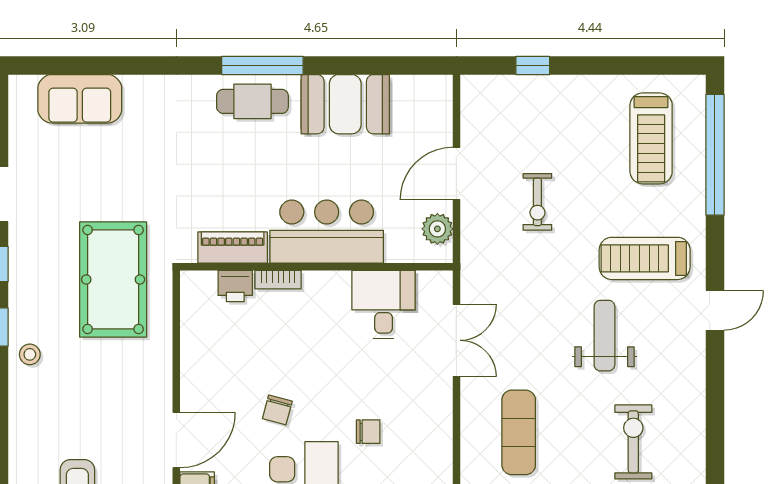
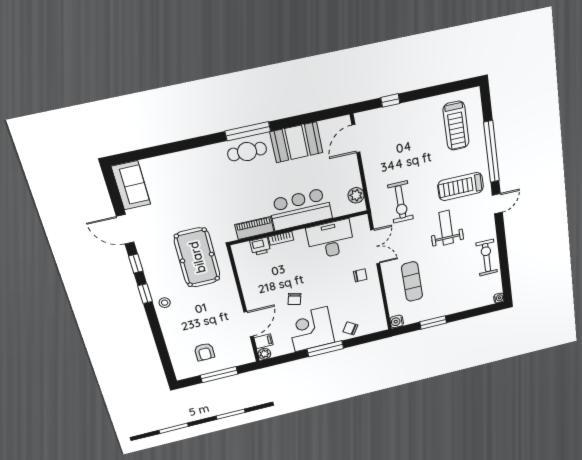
sofa: (80, 99) -> (131, 185), moved, turned -90
window: (715, 155) -> (492, 152), moved
door: (456, 174) -> (356, 139), moved
exercise bike: (537, 202) -> (401, 202), moved, width x1.38, depth x1.39
desk: (384, 304) -> (330, 239), width x1.37
chair: (368, 432) -> (360, 275), moved
exercise bike: (633, 442) -> (487, 258), moved

